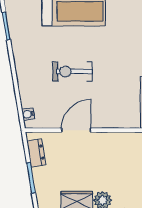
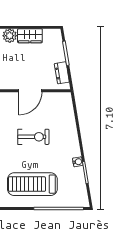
water cooler: (28, 114) -> (78, 162), moved

